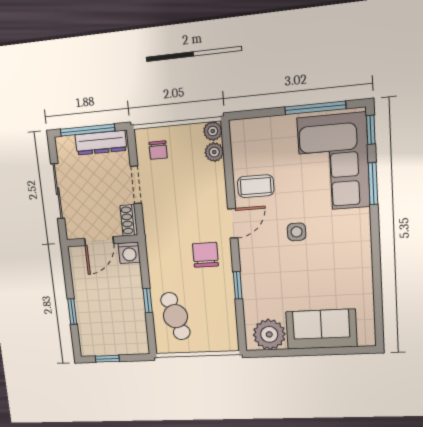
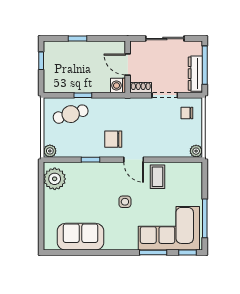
plant: (214, 152) -> (50, 151), moved
chair: (205, 255) -> (113, 139), turned 180
sofa: (321, 329) -> (81, 237), moved, turned -90

